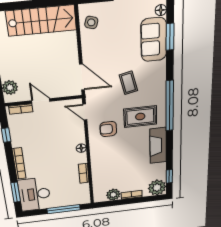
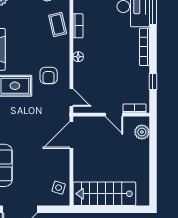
door: (82, 77) -> (71, 135), hinge flipped
coffee table: (128, 83) -> (58, 24), moved
armchair: (108, 129) -> (49, 76), turned 90

